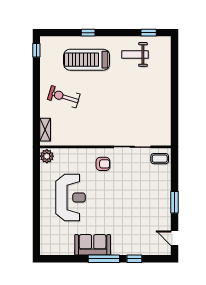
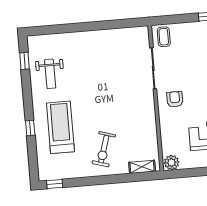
treadmill: (87, 60) -> (60, 127), turned 180

